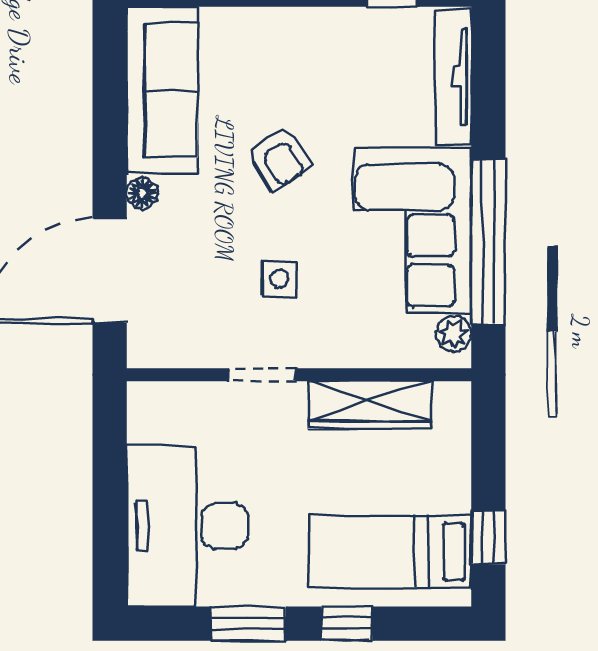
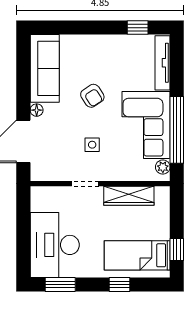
window: (248, 624) -> (60, 284), moved

